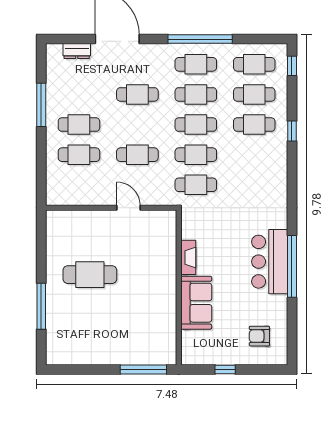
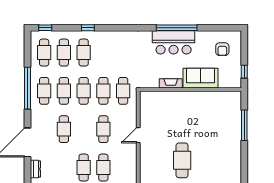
fireplace: (188, 257) -> (171, 83), moved
wall: (179, 288) -> (191, 90), moved
sofa: (196, 303) -> (200, 78), moved

